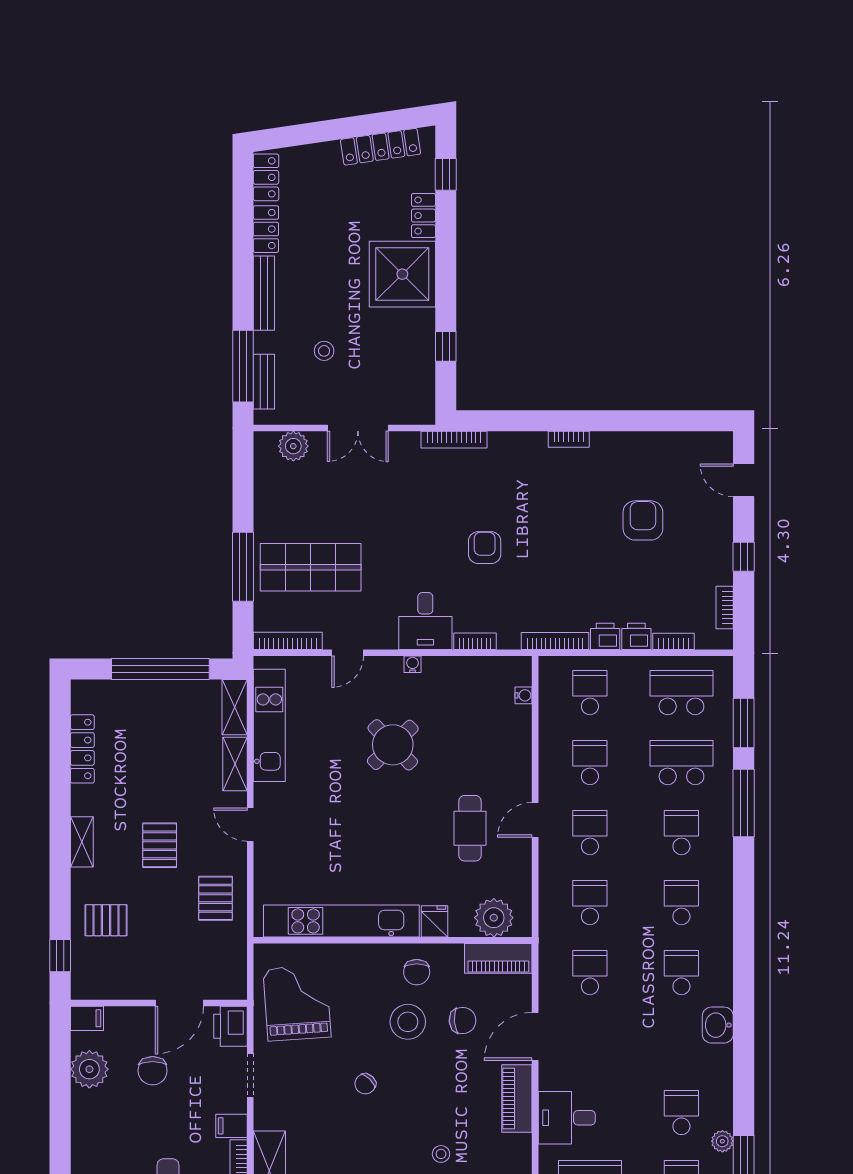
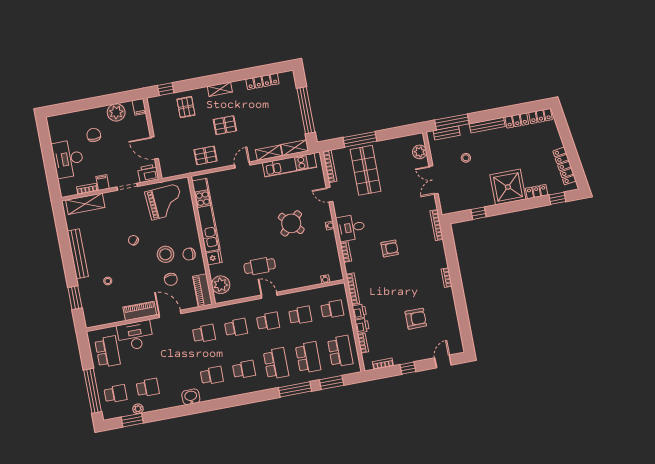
school desk: (681, 833) -> (276, 363), width x1.85
chair: (153, 1071) -> (94, 135), moved, turned 90
desk: (567, 1118) -> (135, 336), width x1.37

